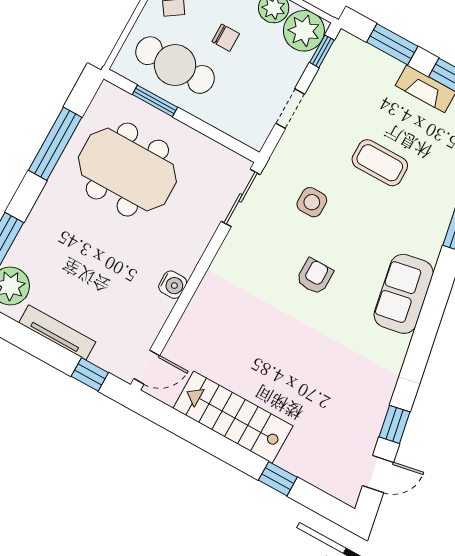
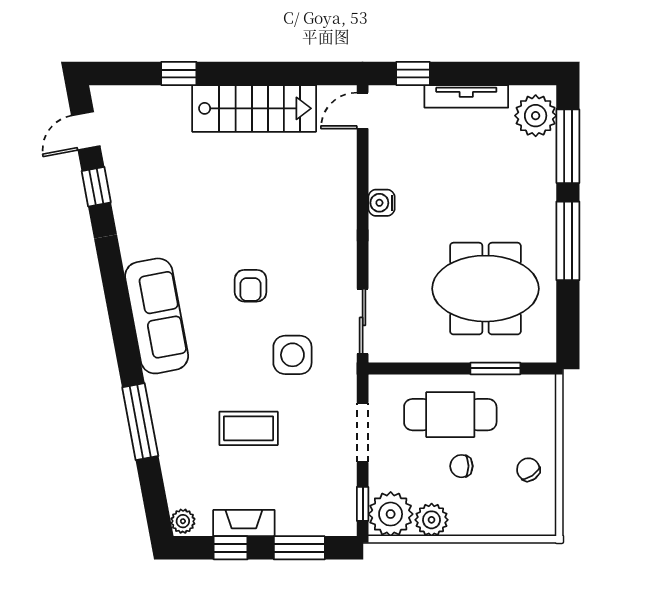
cafe table: (175, 65) -> (450, 415), moved
doorway: (290, 109) -> (363, 432), width x1.38
window: (55, 144) -> (568, 241), moved
side table: (312, 202) -> (292, 355), width x1.37, depth x1.37
sofa: (404, 294) -> (157, 316), width x1.36

